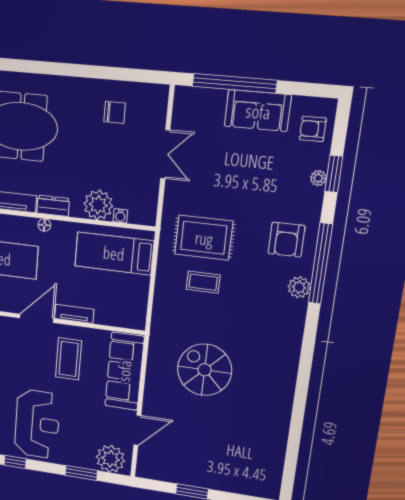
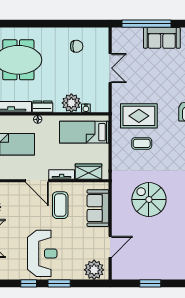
wardrobe: (115, 315) -> (88, 172), added
door: (37, 318) -> (37, 181), swing flipped
sofa: (124, 371) -> (98, 208), width x0.73
window: (81, 473) -> (59, 283), moved

